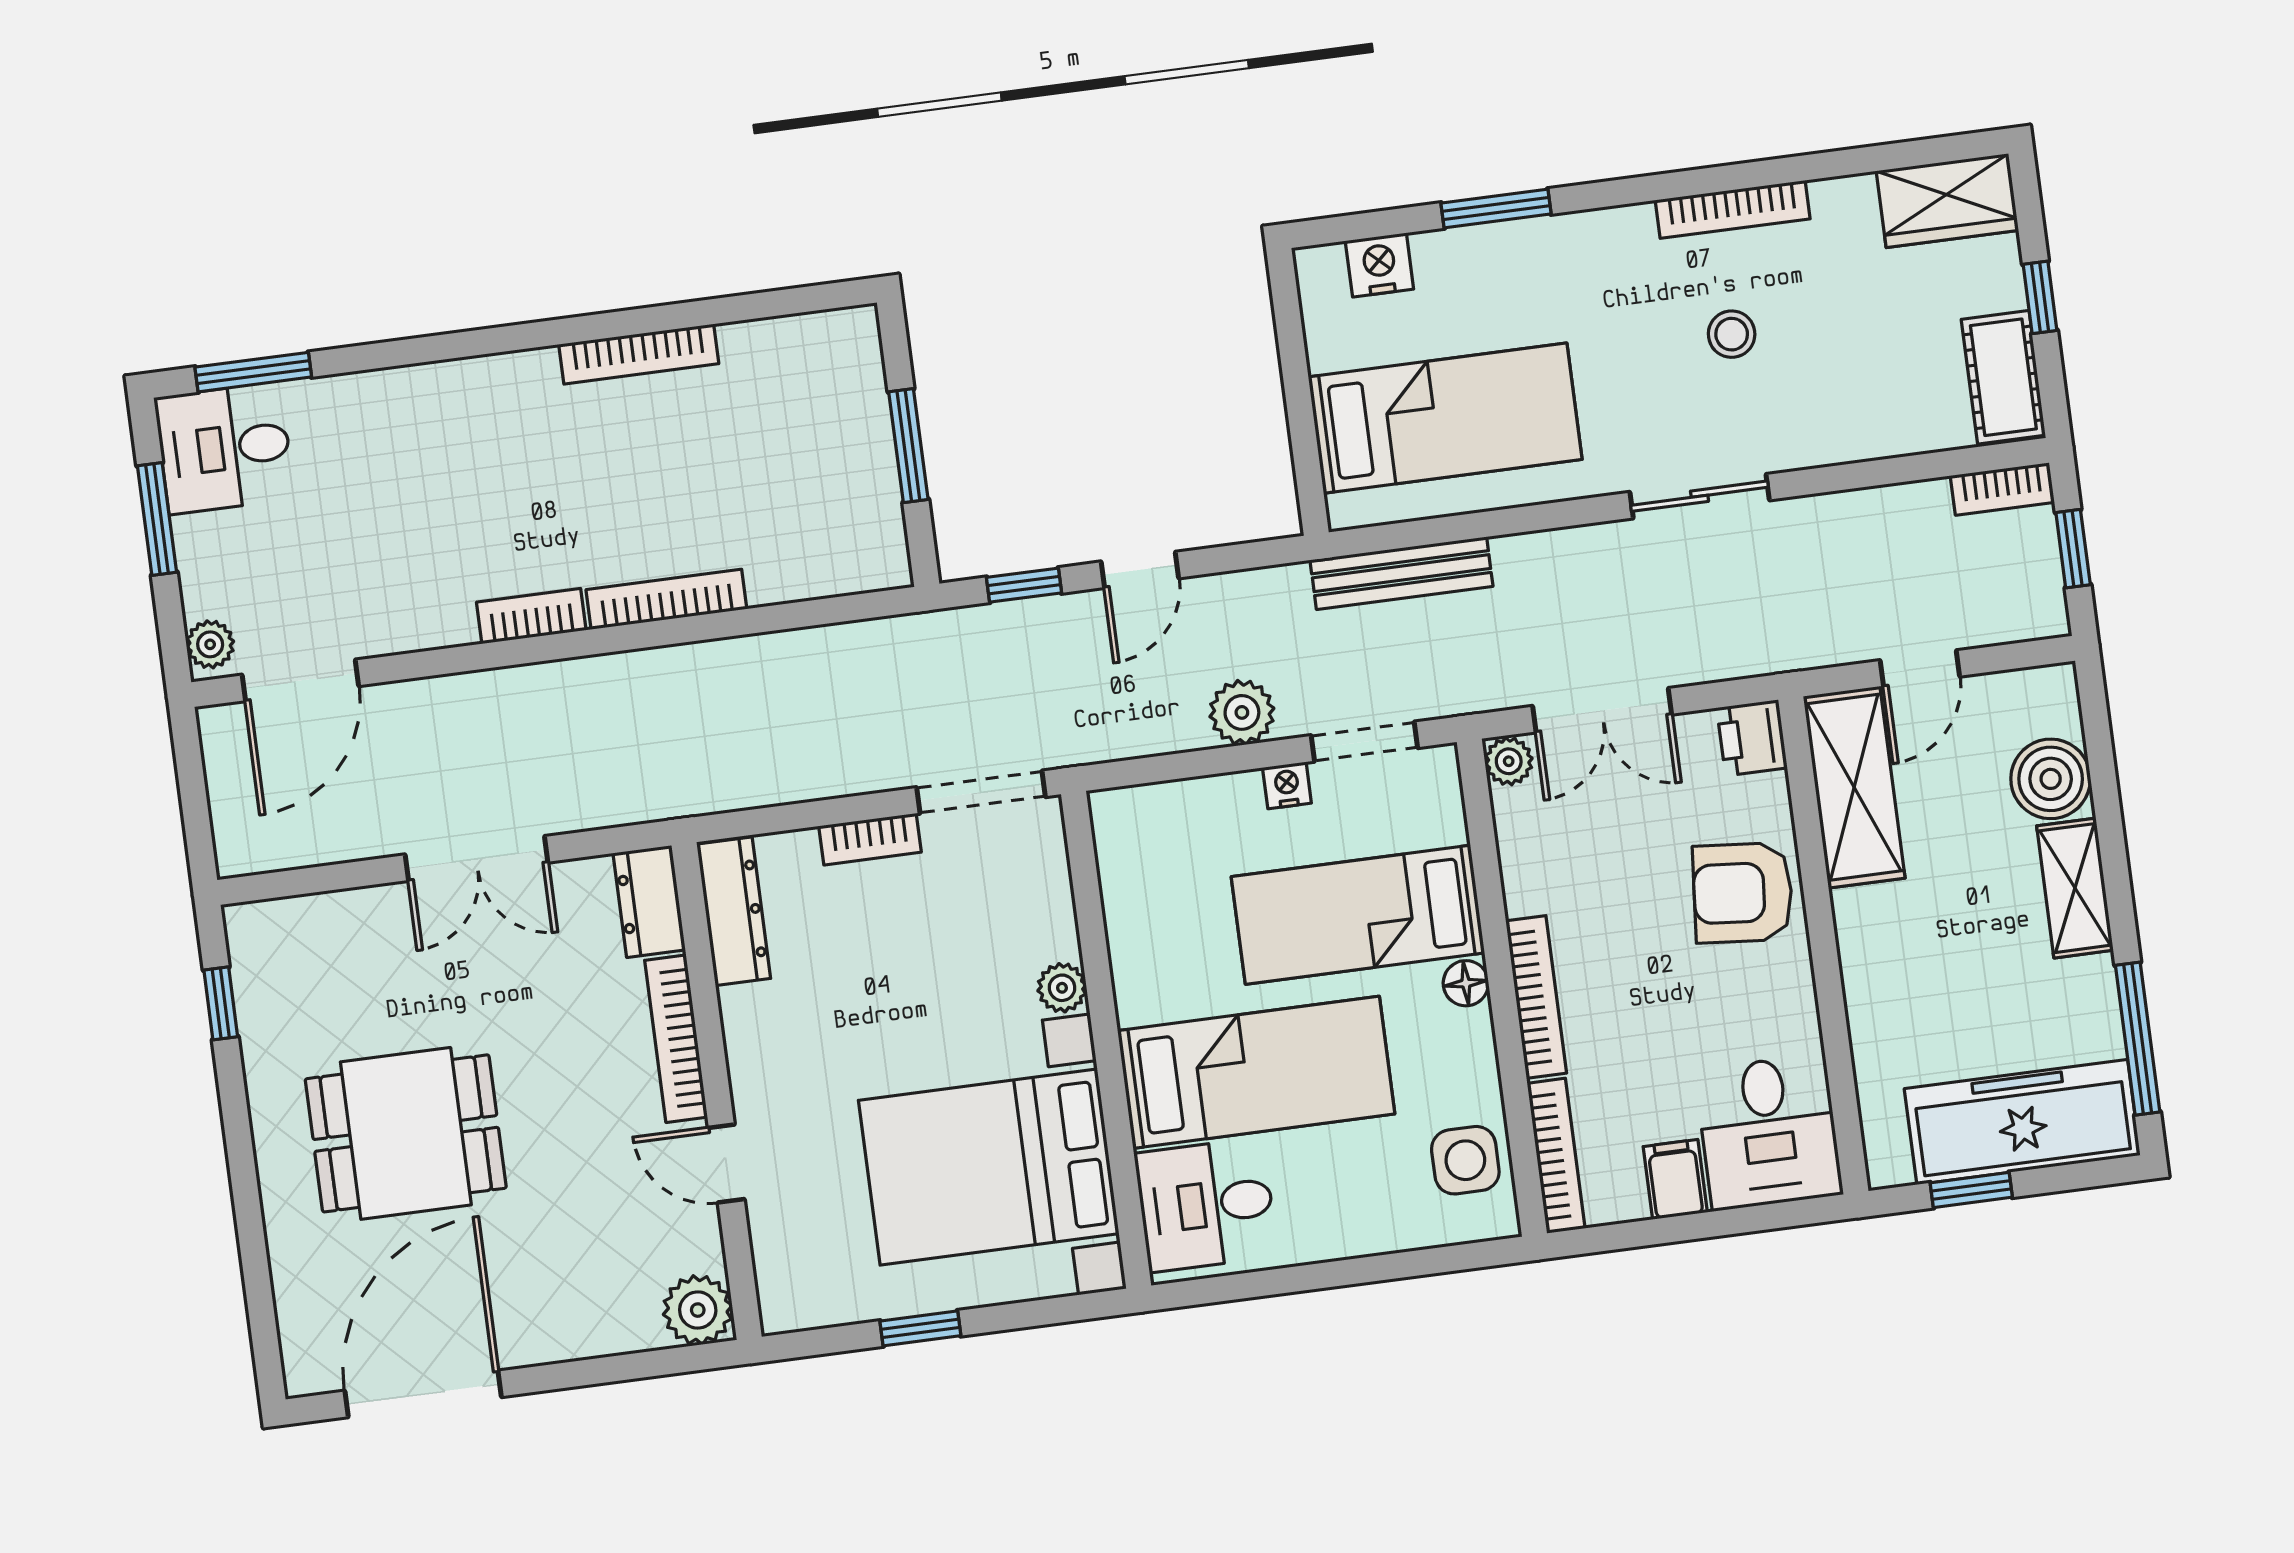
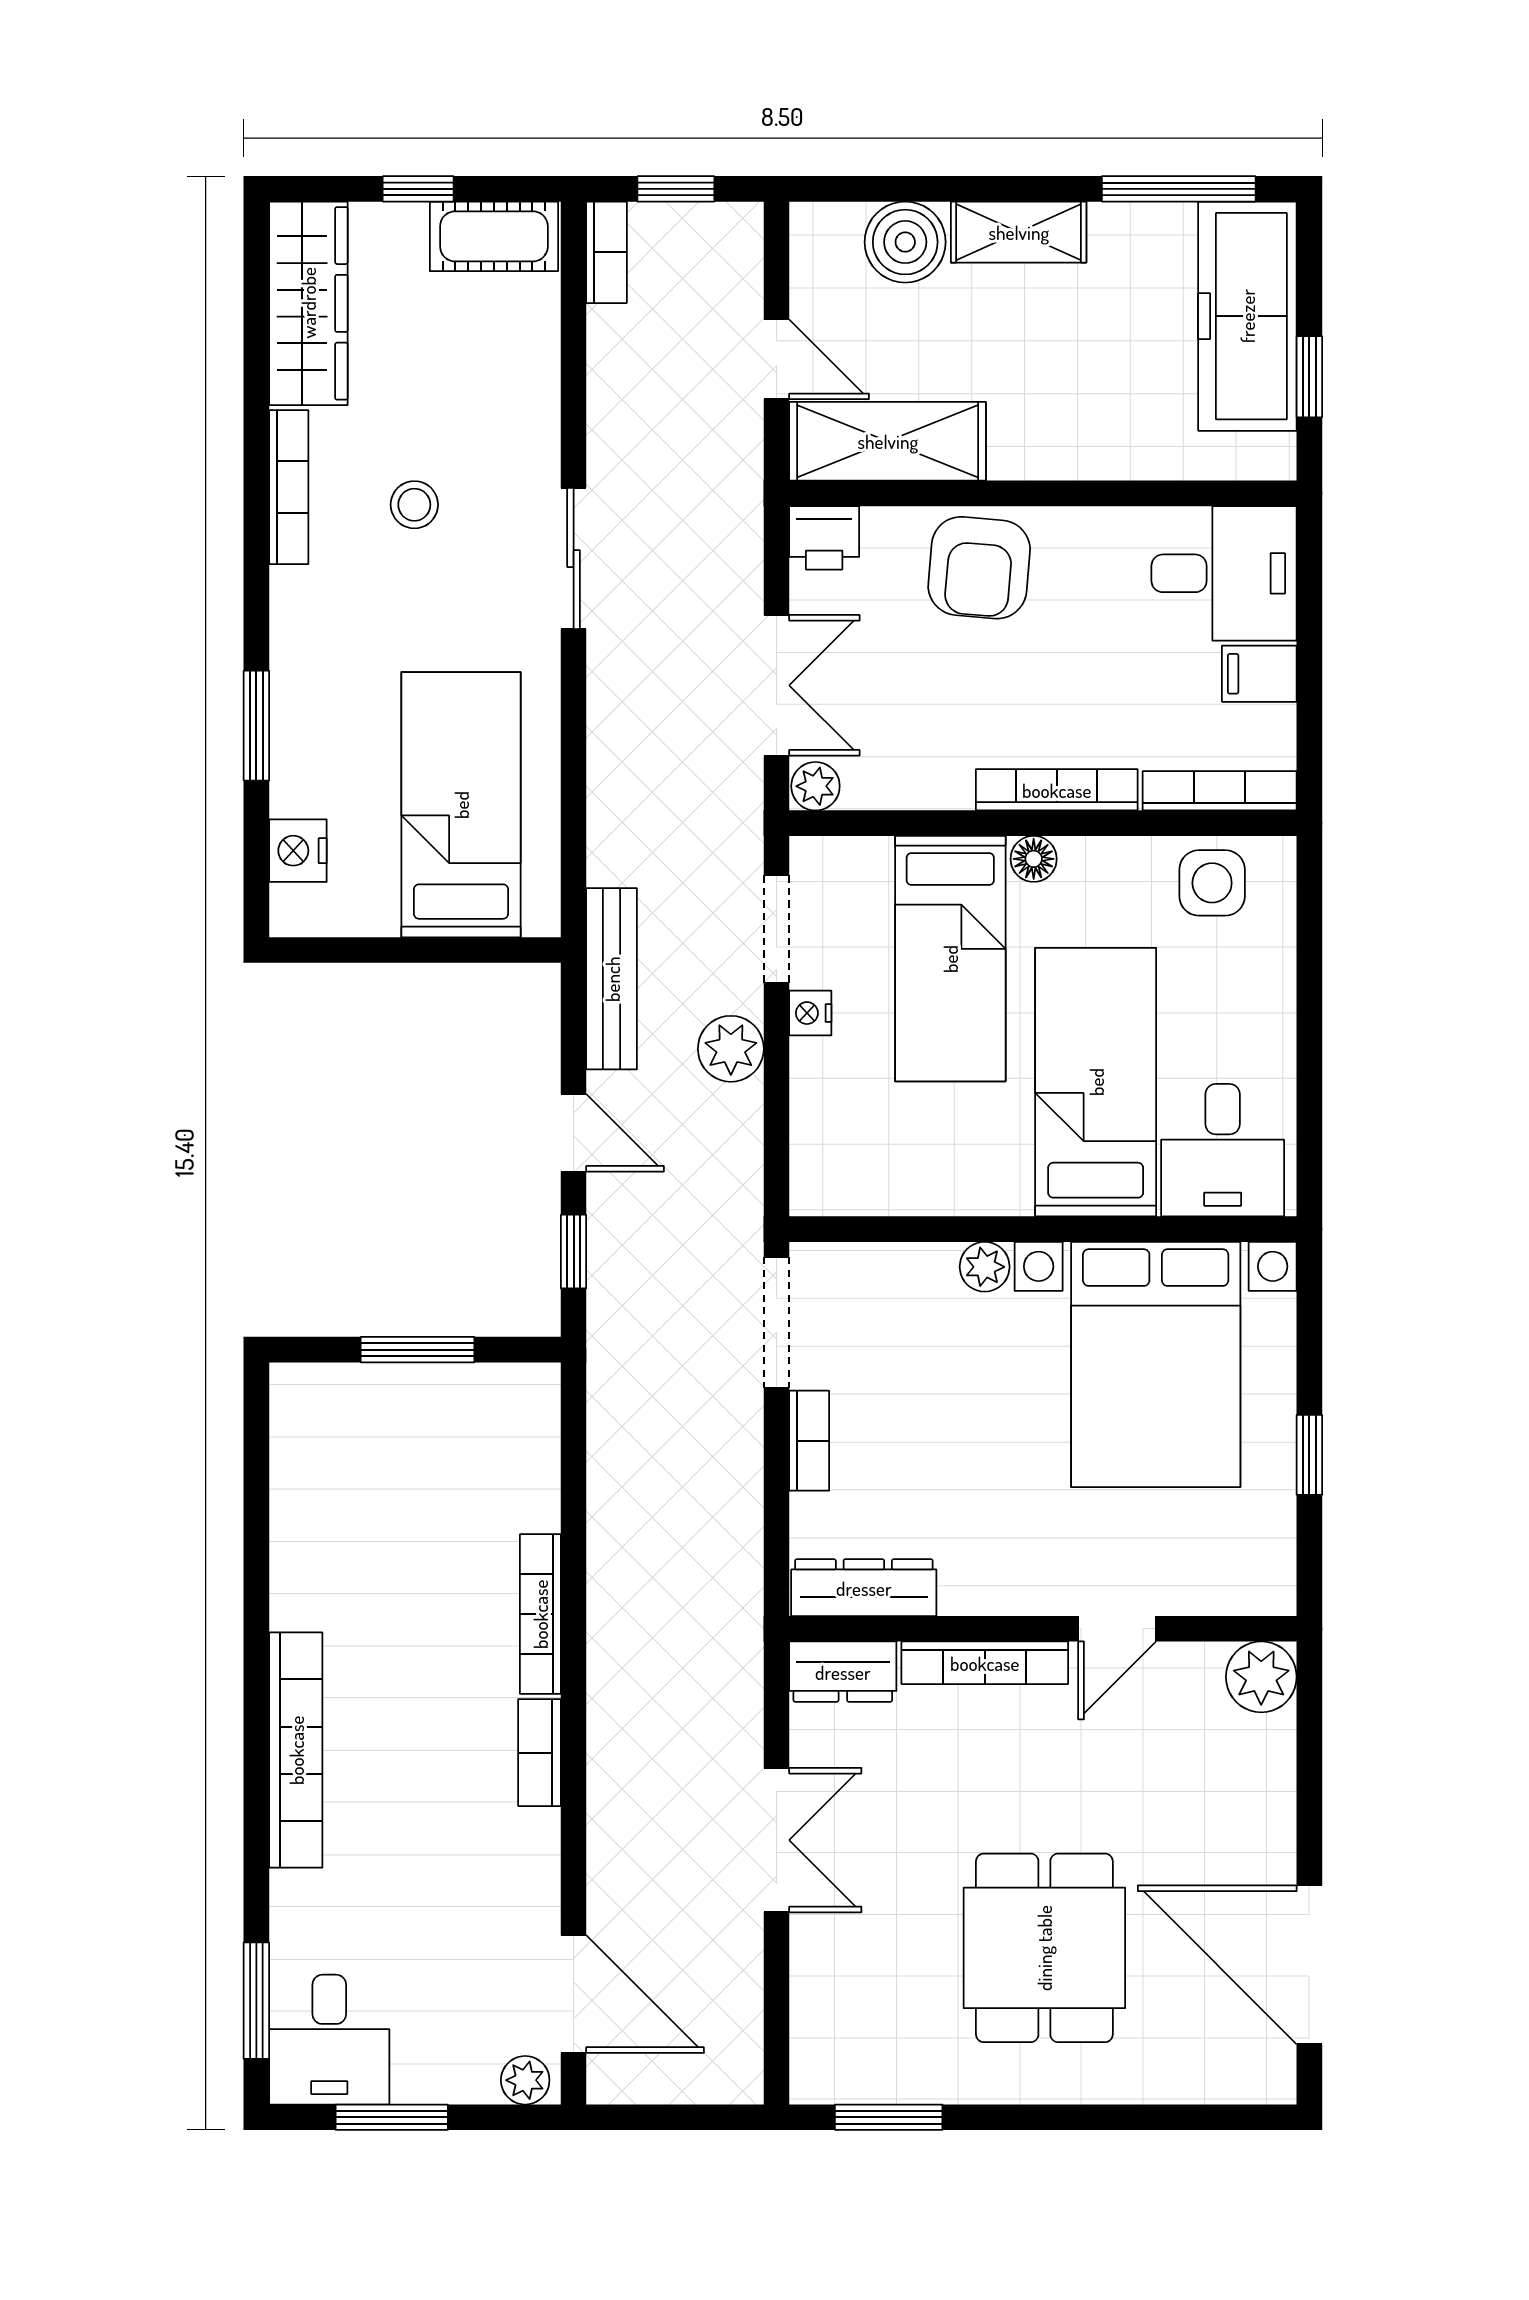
wardrobe: (1947, 201) -> (308, 303), width x1.50
bookcase: (639, 354) -> (296, 1750), moved, width x1.48, depth x1.31
bench: (1401, 573) -> (612, 979), moved
window: (221, 1003) -> (889, 2117), width x1.50

